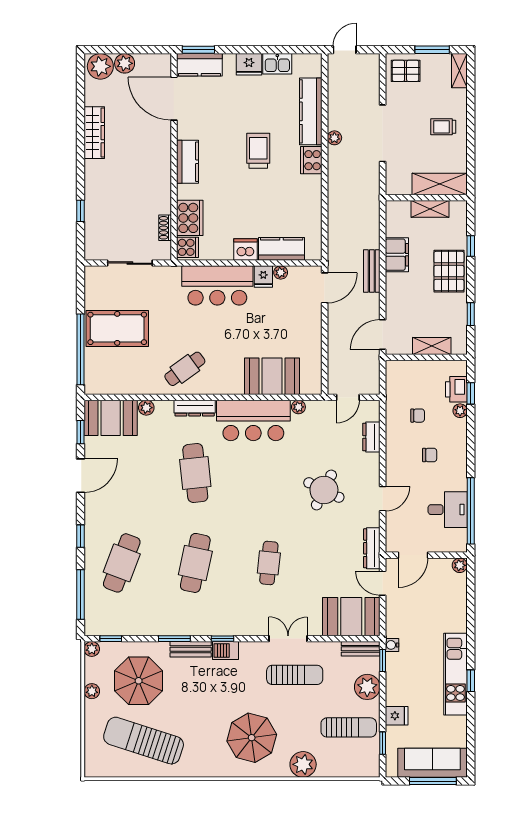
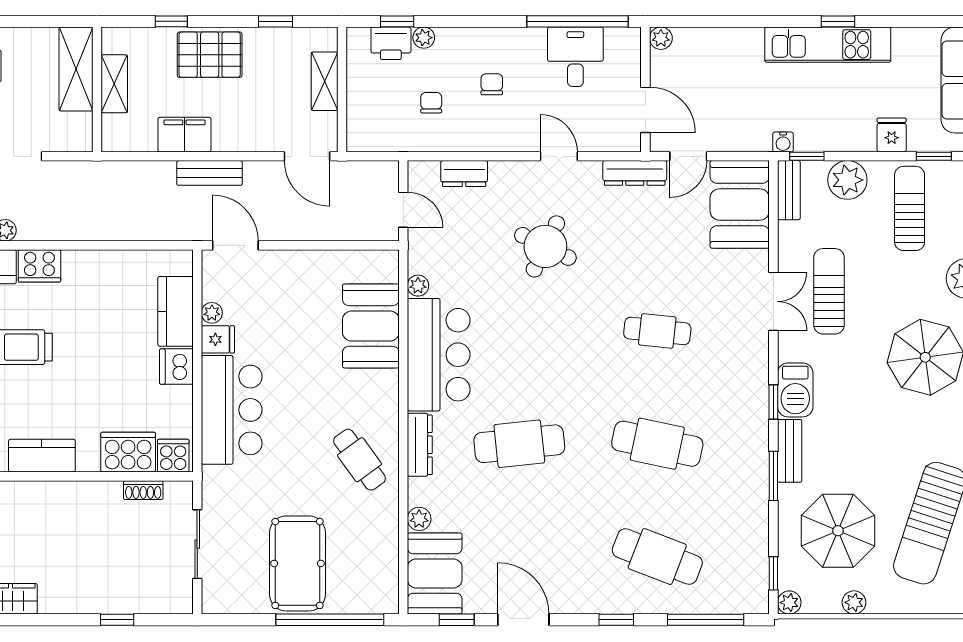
double door: (288, 639) -> (773, 301), swing flipped
barbecue: (226, 650) -> (795, 390), width x1.38, depth x1.27

